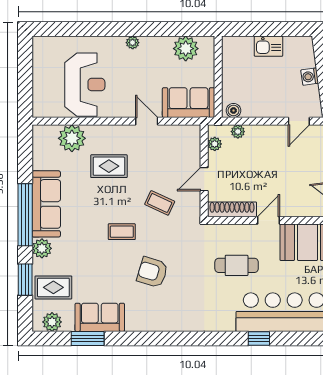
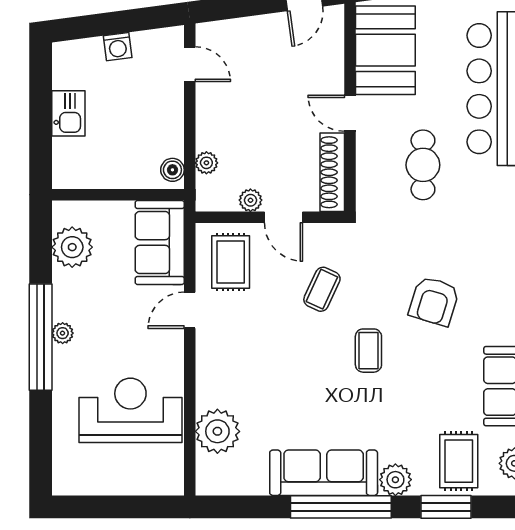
window: (130, 29) -> (41, 337), added
plant: (215, 144) -> (250, 200), moved
rug: (109, 166) -> (231, 262), moved

